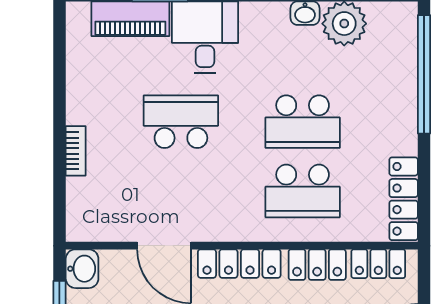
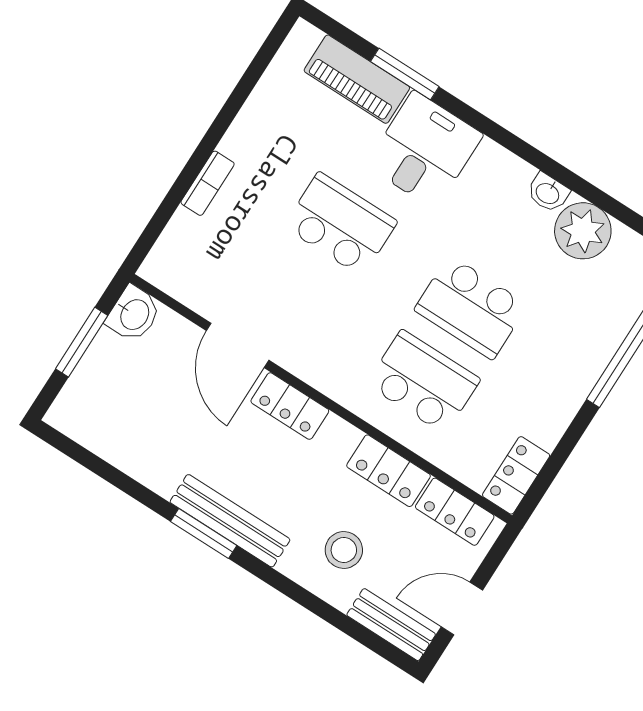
school desk: (303, 191) -> (423, 382), turned 180
locker: (404, 199) -> (516, 475), width x0.66
locker: (239, 264) -> (290, 406), width x0.66

